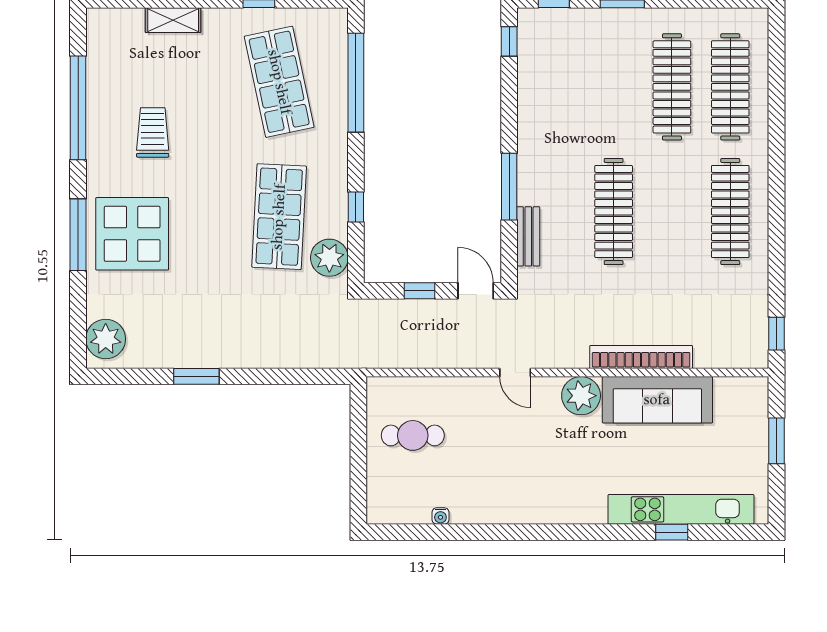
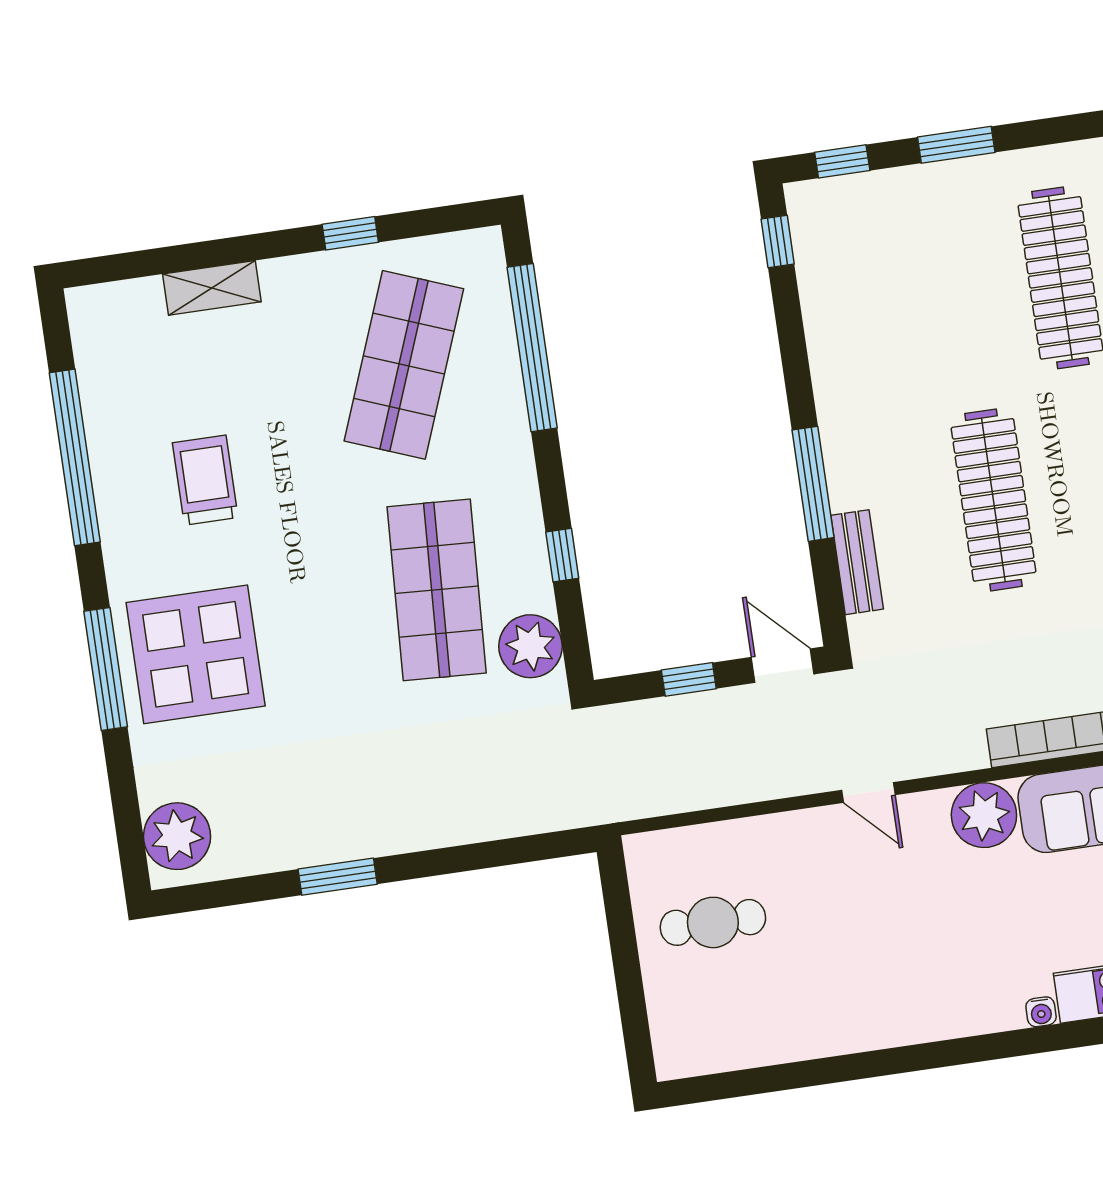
shop shelf: (279, 82) -> (404, 365), turned 33
water cooler: (440, 516) -> (1041, 1012), moved

